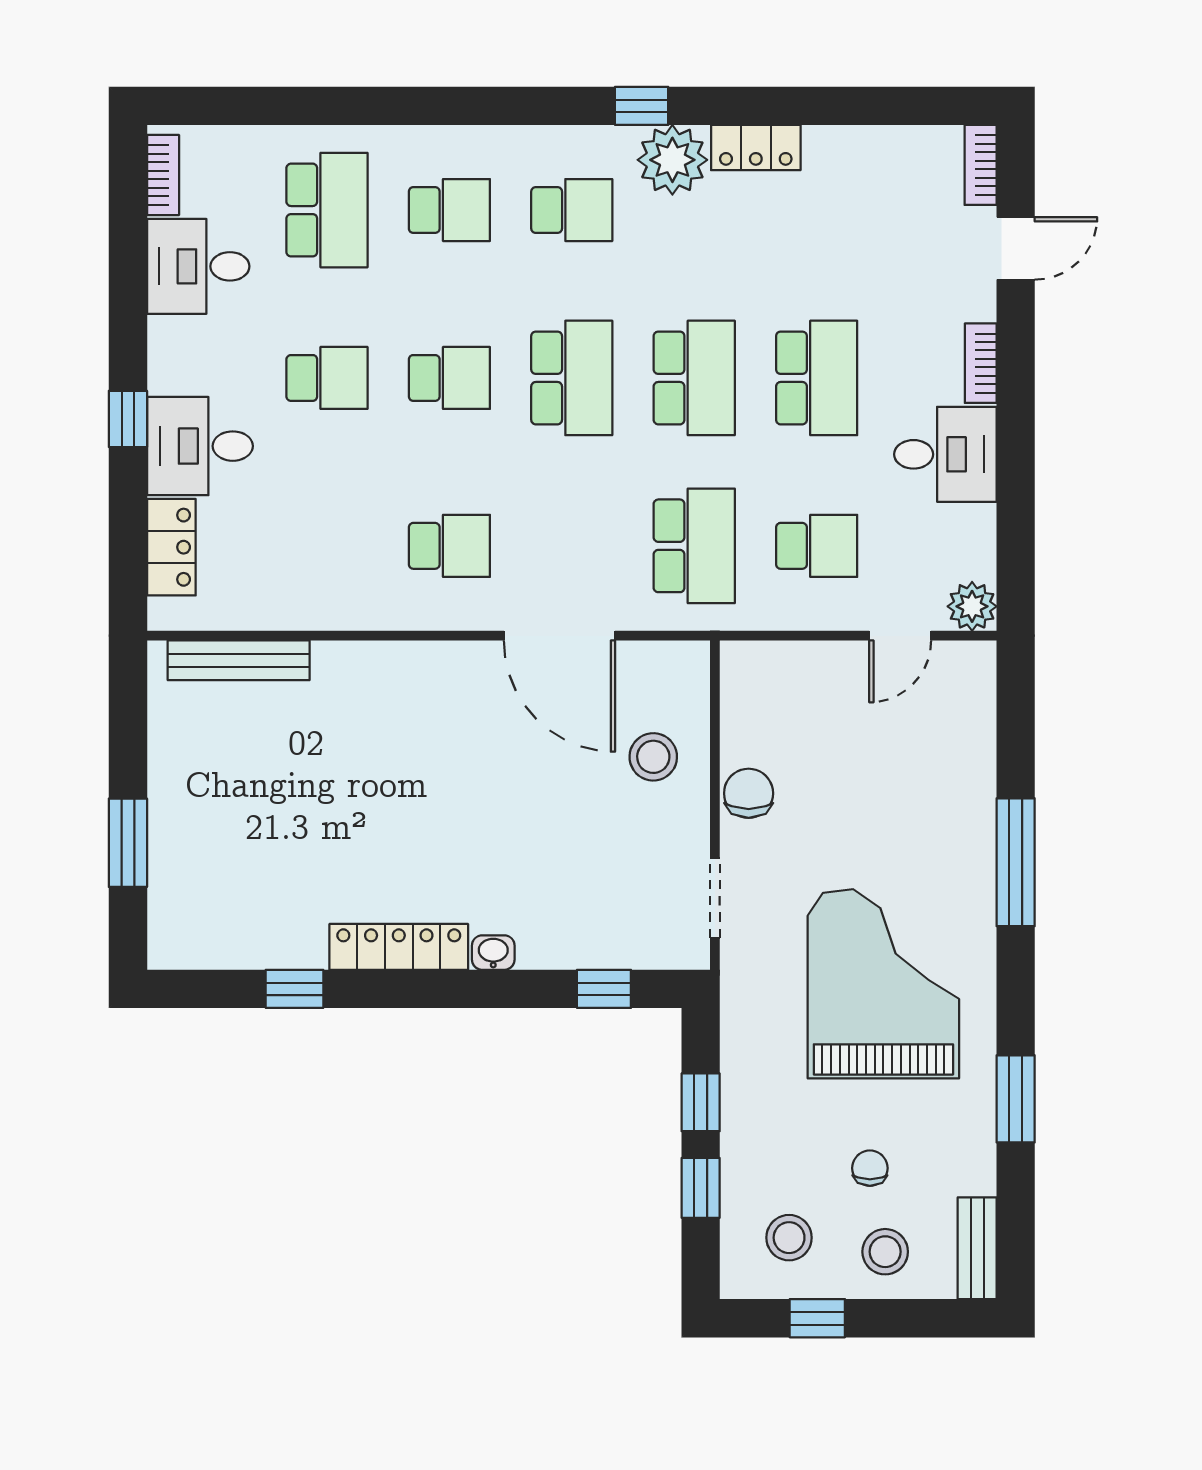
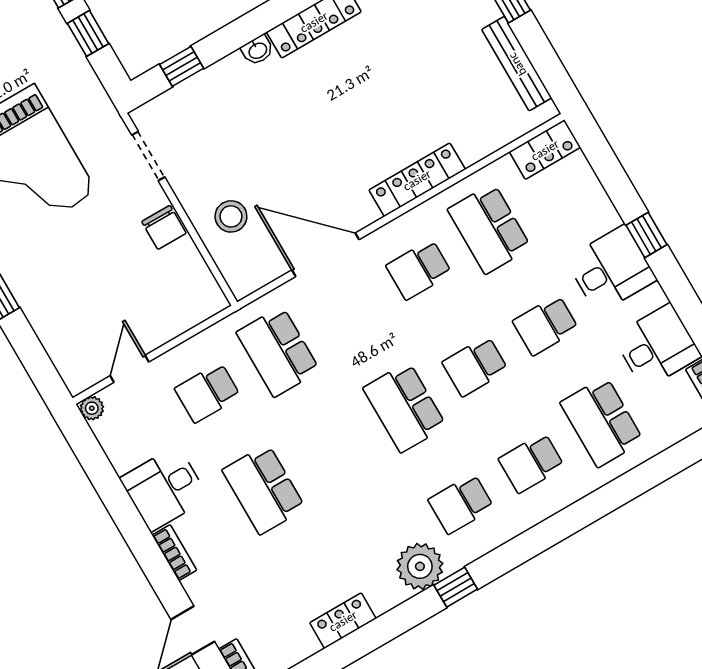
locker: (756, 148) -> (343, 621), moved
school desk: (694, 378) -> (489, 229), moved
desk: (200, 446) -> (611, 269), moved
locker: (171, 547) -> (545, 150), moved, turned -90
plant: (972, 606) -> (92, 408), width x0.73, depth x0.73
bench: (239, 660) -> (517, 64), moved, turned 90
locker: (384, 664) -> (417, 180), added

